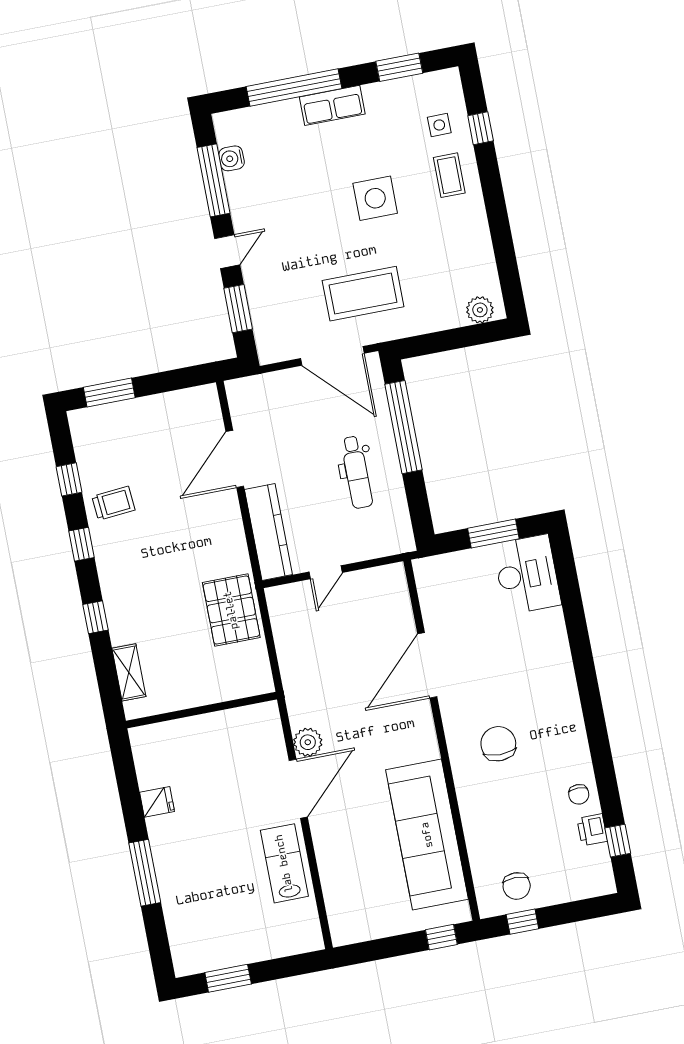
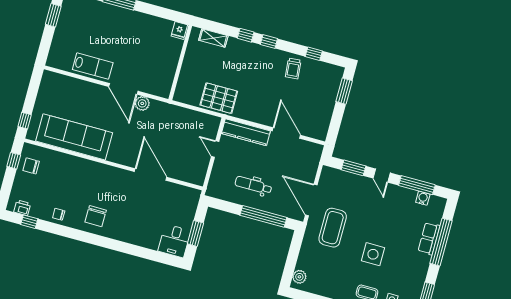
row of seats: (332, 105) -> (429, 239), moved
door: (332, 356) -> (311, 200), hinge flipped
window: (81, 544) -> (269, 42), moved
desk: (527, 574) -> (174, 241), width x0.73
chair: (498, 744) -> (96, 216), moved, turned 90
fridge: (157, 802) -> (179, 30), moved
printer: (592, 830) -> (22, 208), moved

